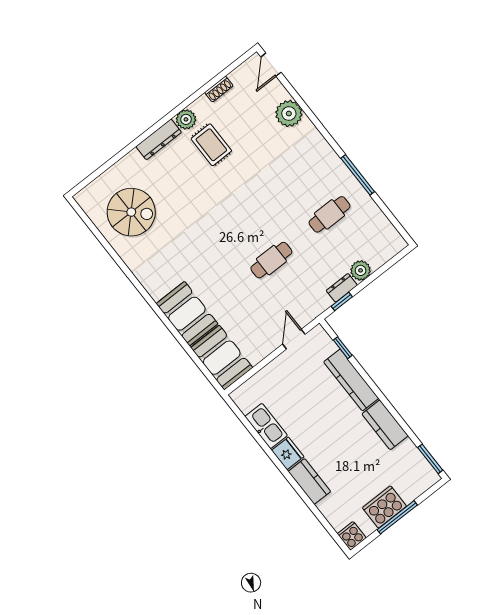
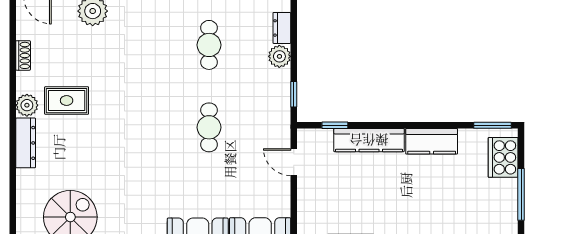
dresser: (342, 288) -> (282, 28), moved
cooker: (384, 507) -> (503, 157), moved

